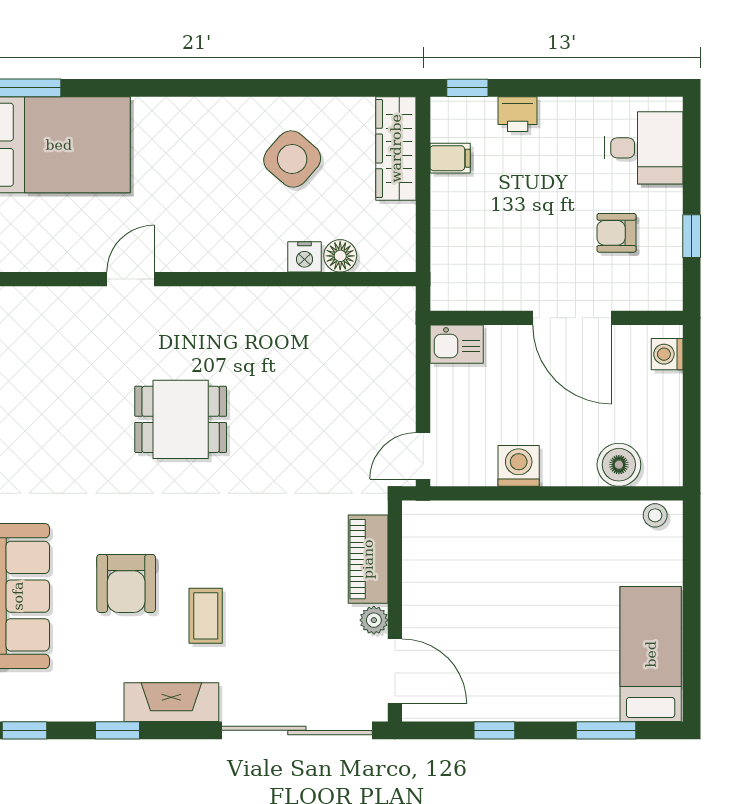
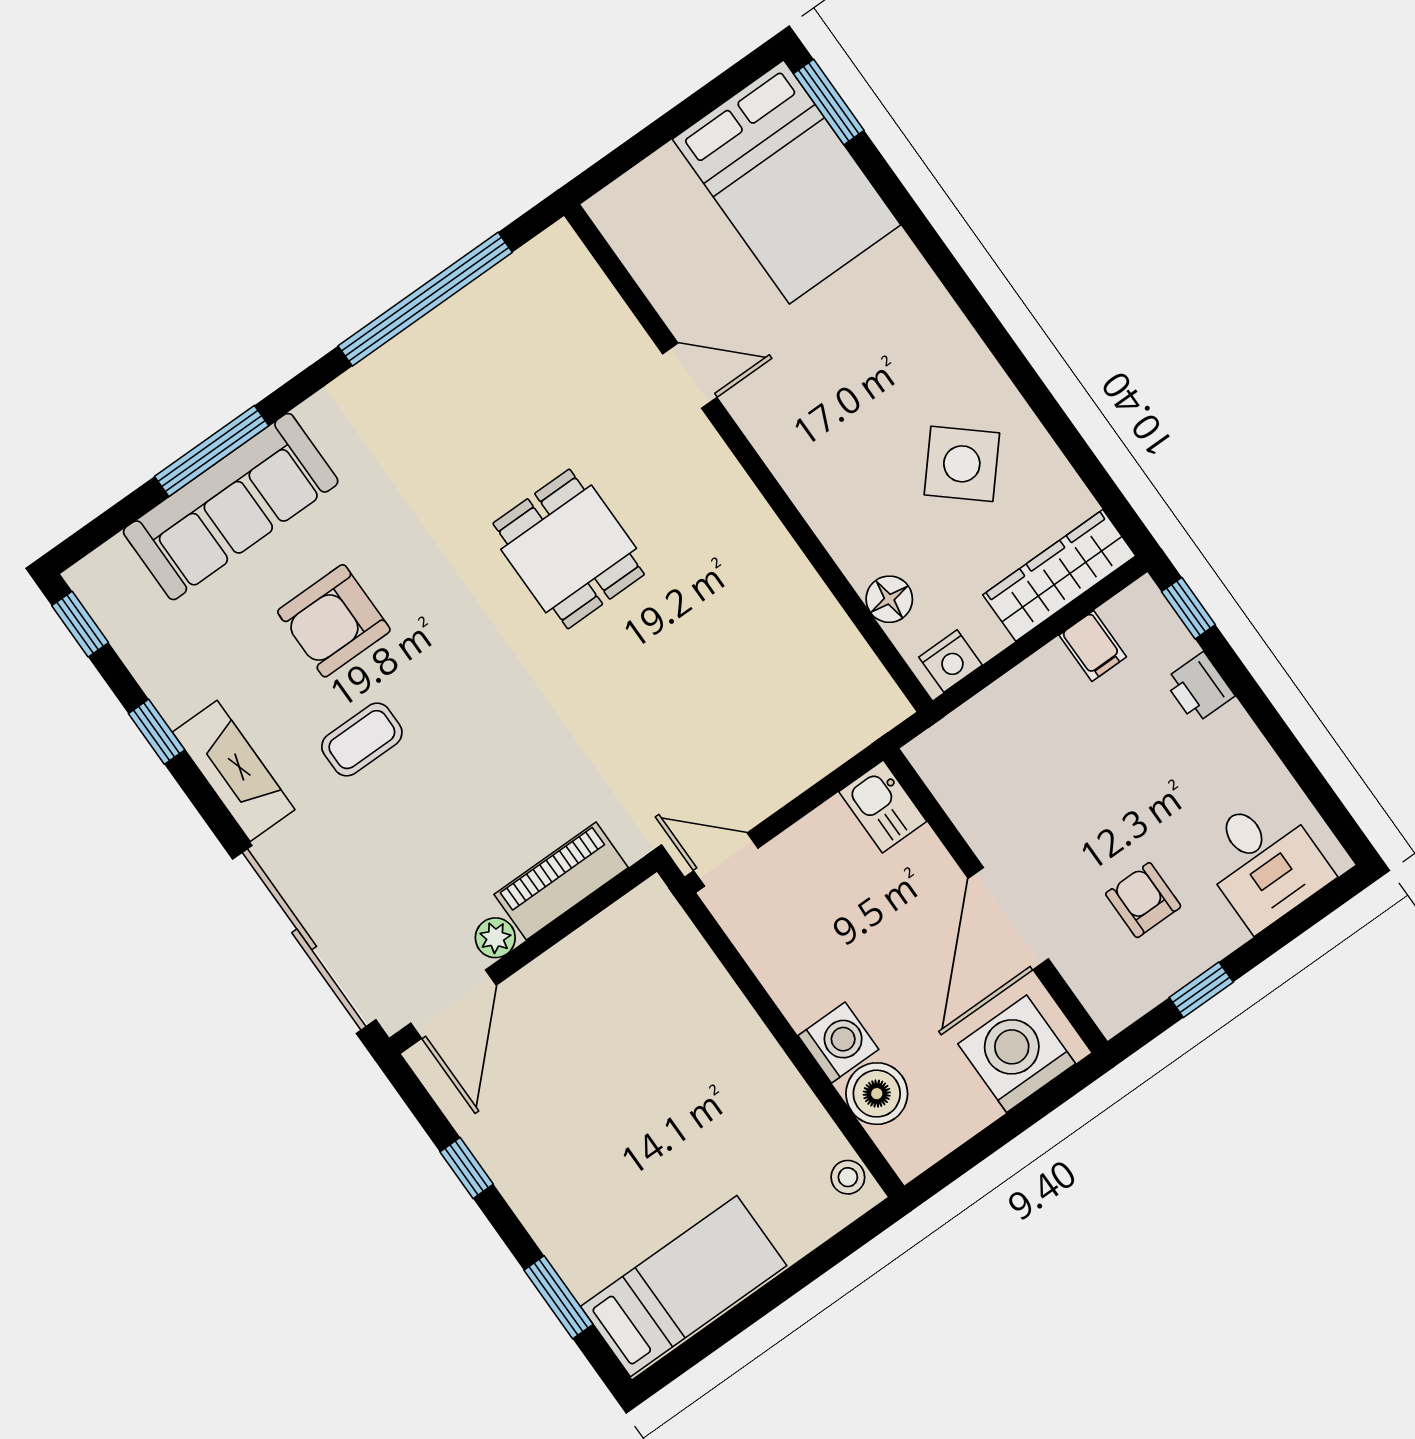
nightstand: (304, 257) -> (950, 661), moved, turned -90
washing machine: (667, 354) -> (1017, 1054), width x1.89, depth x1.89
washing machine: (519, 466) -> (838, 1042), moved

